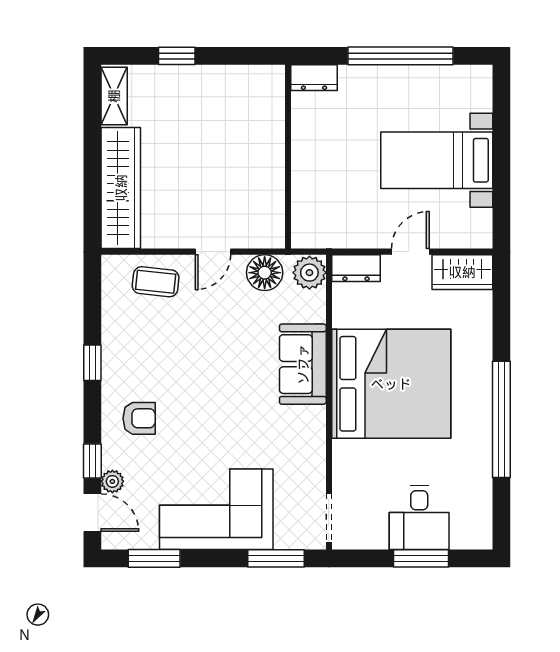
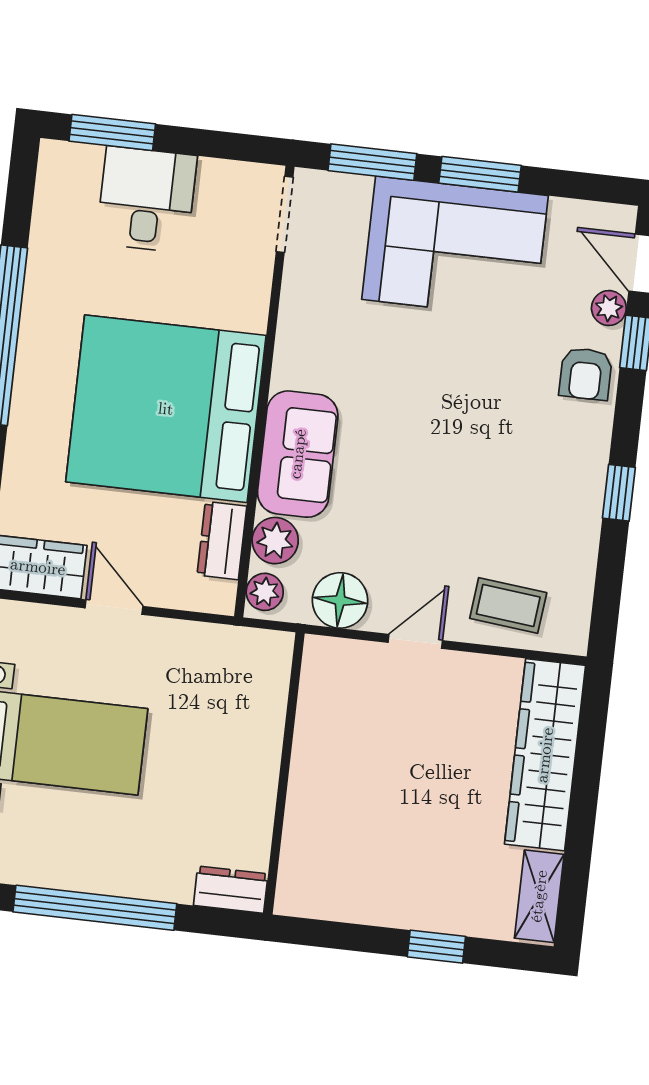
door: (410, 252) -> (114, 607), swing flipped
dresser: (356, 268) -> (222, 541), moved, turned -90
plant: (309, 273) -> (265, 592), width x0.73, depth x0.73
plant: (311, 307) -> (275, 541), added
armchair: (139, 418) -> (586, 374), moved, turned -90
window: (154, 558) -> (480, 174), moved
window: (421, 558) -> (112, 132), moved

